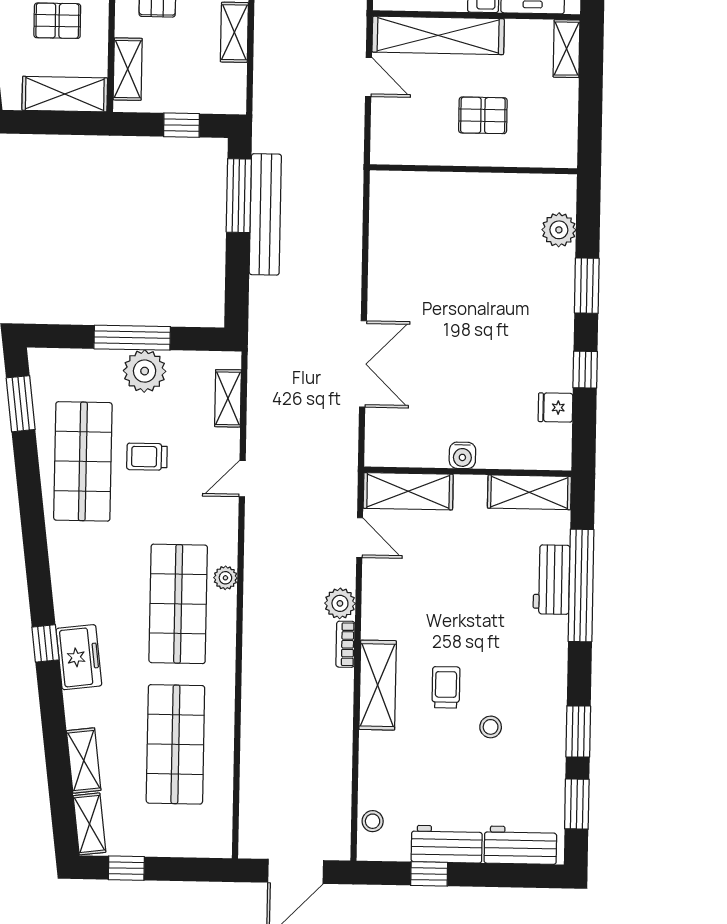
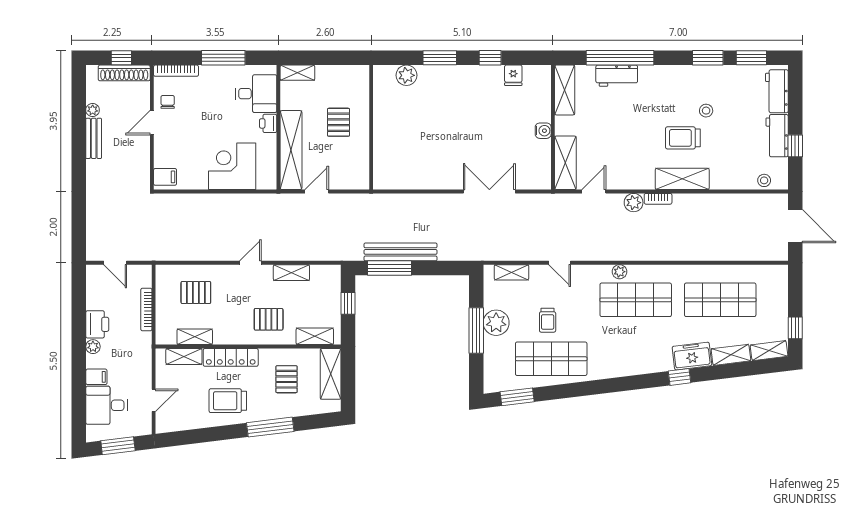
window: (45, 643) -> (680, 377), moved
freezer: (79, 657) -> (692, 356), moved
trolley: (446, 687) -> (683, 138), width x1.36, depth x1.39

